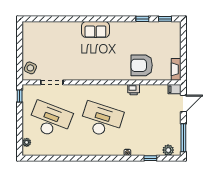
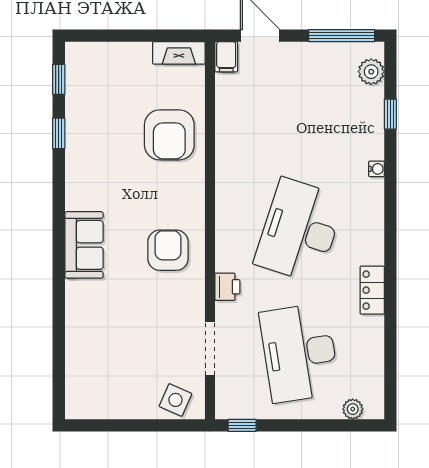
armchair: (93, 65) -> (168, 250), added
printer: (134, 90) -> (227, 287), moved
desk: (50, 120) -> (300, 353), turned -30
locker: (76, 151) -> (372, 290), added

